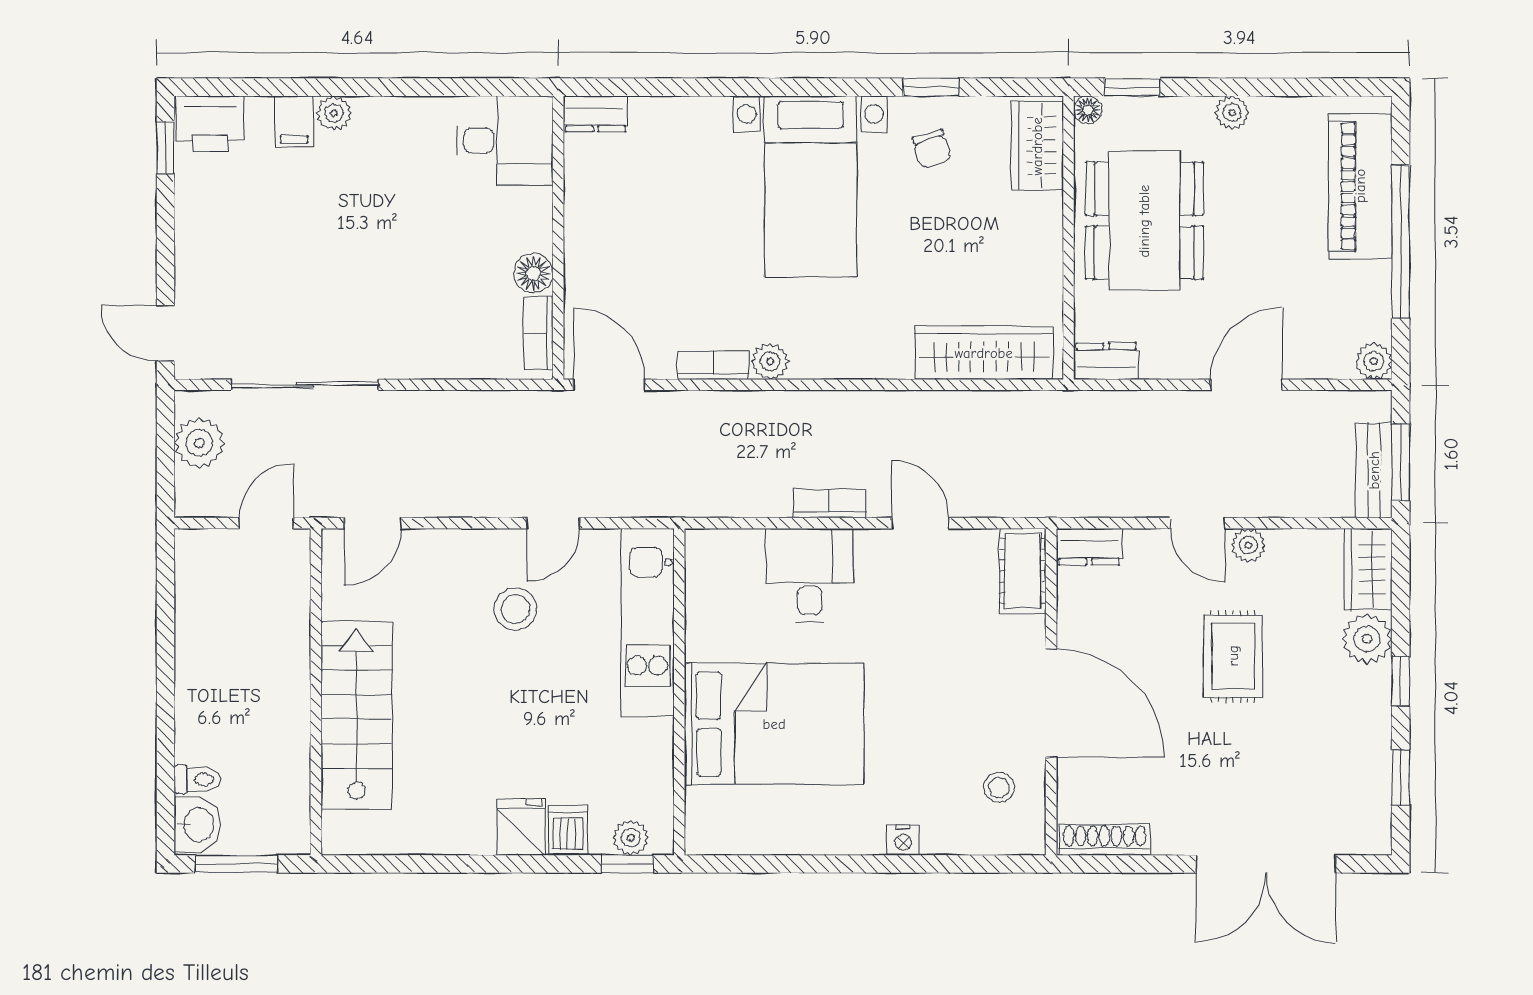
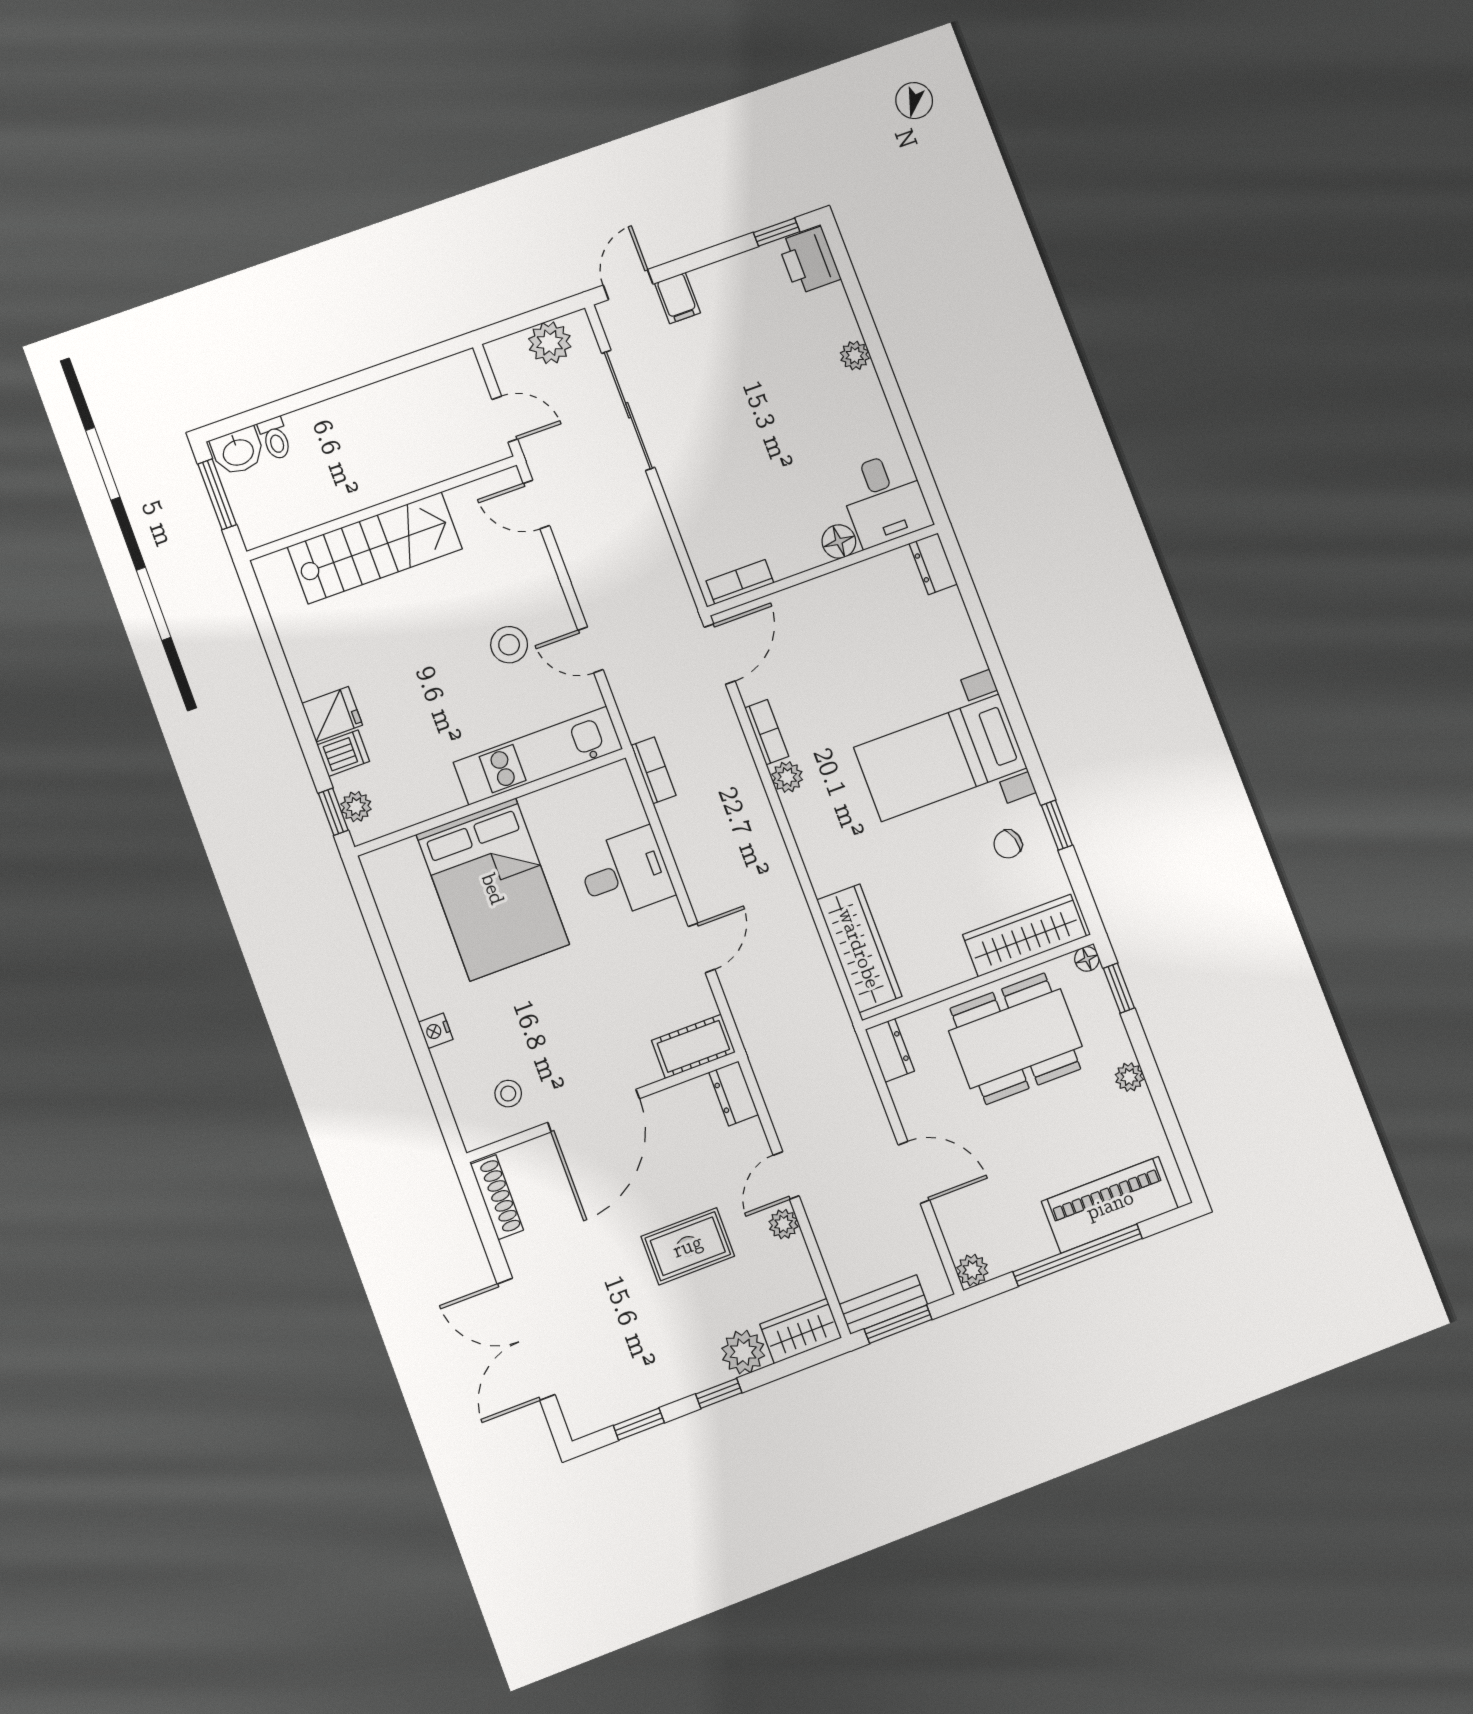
filing cabinet: (294, 121) -> (677, 298), moved, turned -90
wardrobe: (1037, 146) -> (1025, 936), width x1.50
floor lamp: (533, 273) -> (839, 542), moved
bookcase: (830, 503) -> (654, 770), moved

